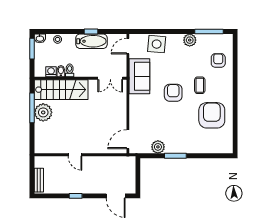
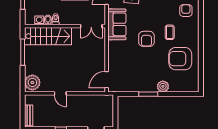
armchair: (173, 93) -> (146, 39), turned 180
plant: (43, 112) -> (32, 83), moved
armchair: (212, 115) -> (180, 59), turned -90
plant: (158, 147) -> (163, 86), moved

